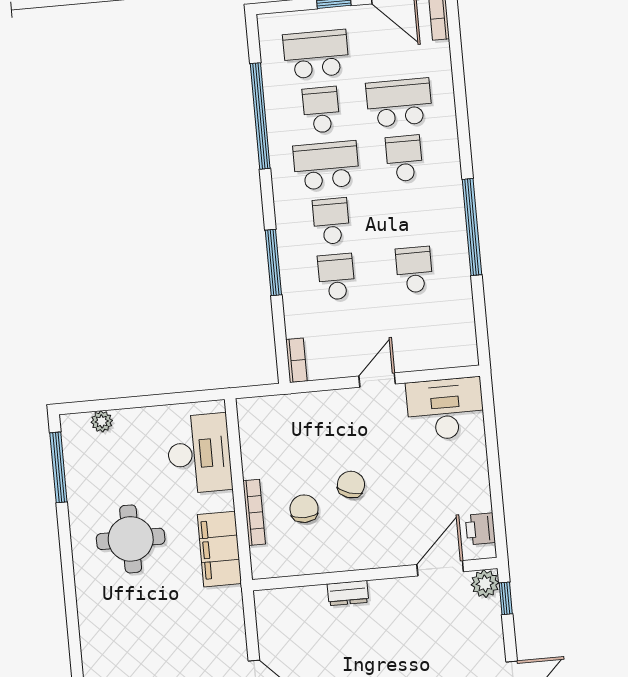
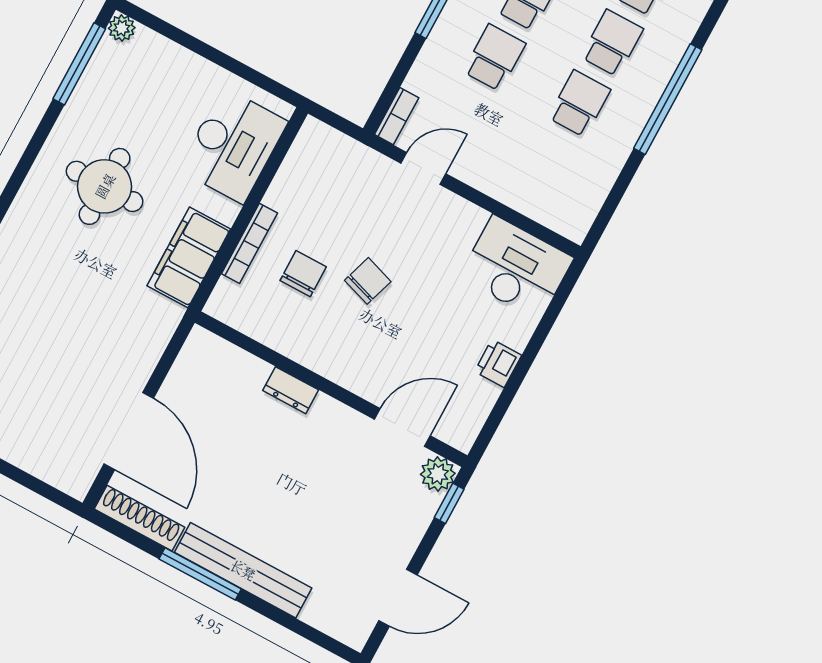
school desk: (409, 214) -> (612, 43), added
door: (377, 380) -> (423, 169), moved
plant: (102, 421) -> (122, 28), moved
printer: (480, 529) -> (498, 363), moved

